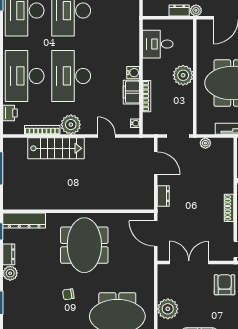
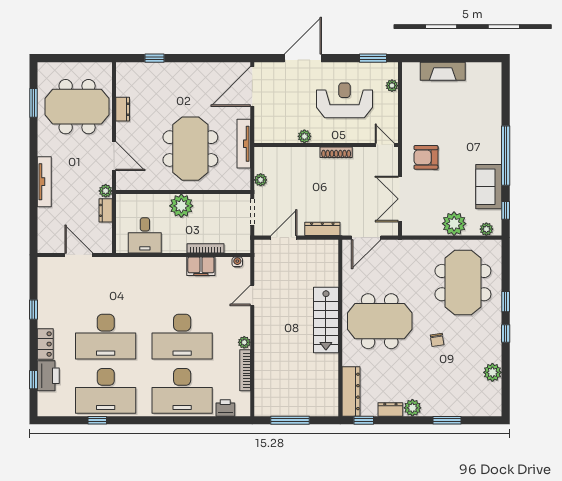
water cooler: (133, 73) -> (178, 264), removed
plant: (71, 125) -> (244, 342), width x0.53, depth x0.53
stairs: (56, 148) -> (326, 320), moved, turned 180
dresser: (163, 196) -> (322, 229), width x1.44

